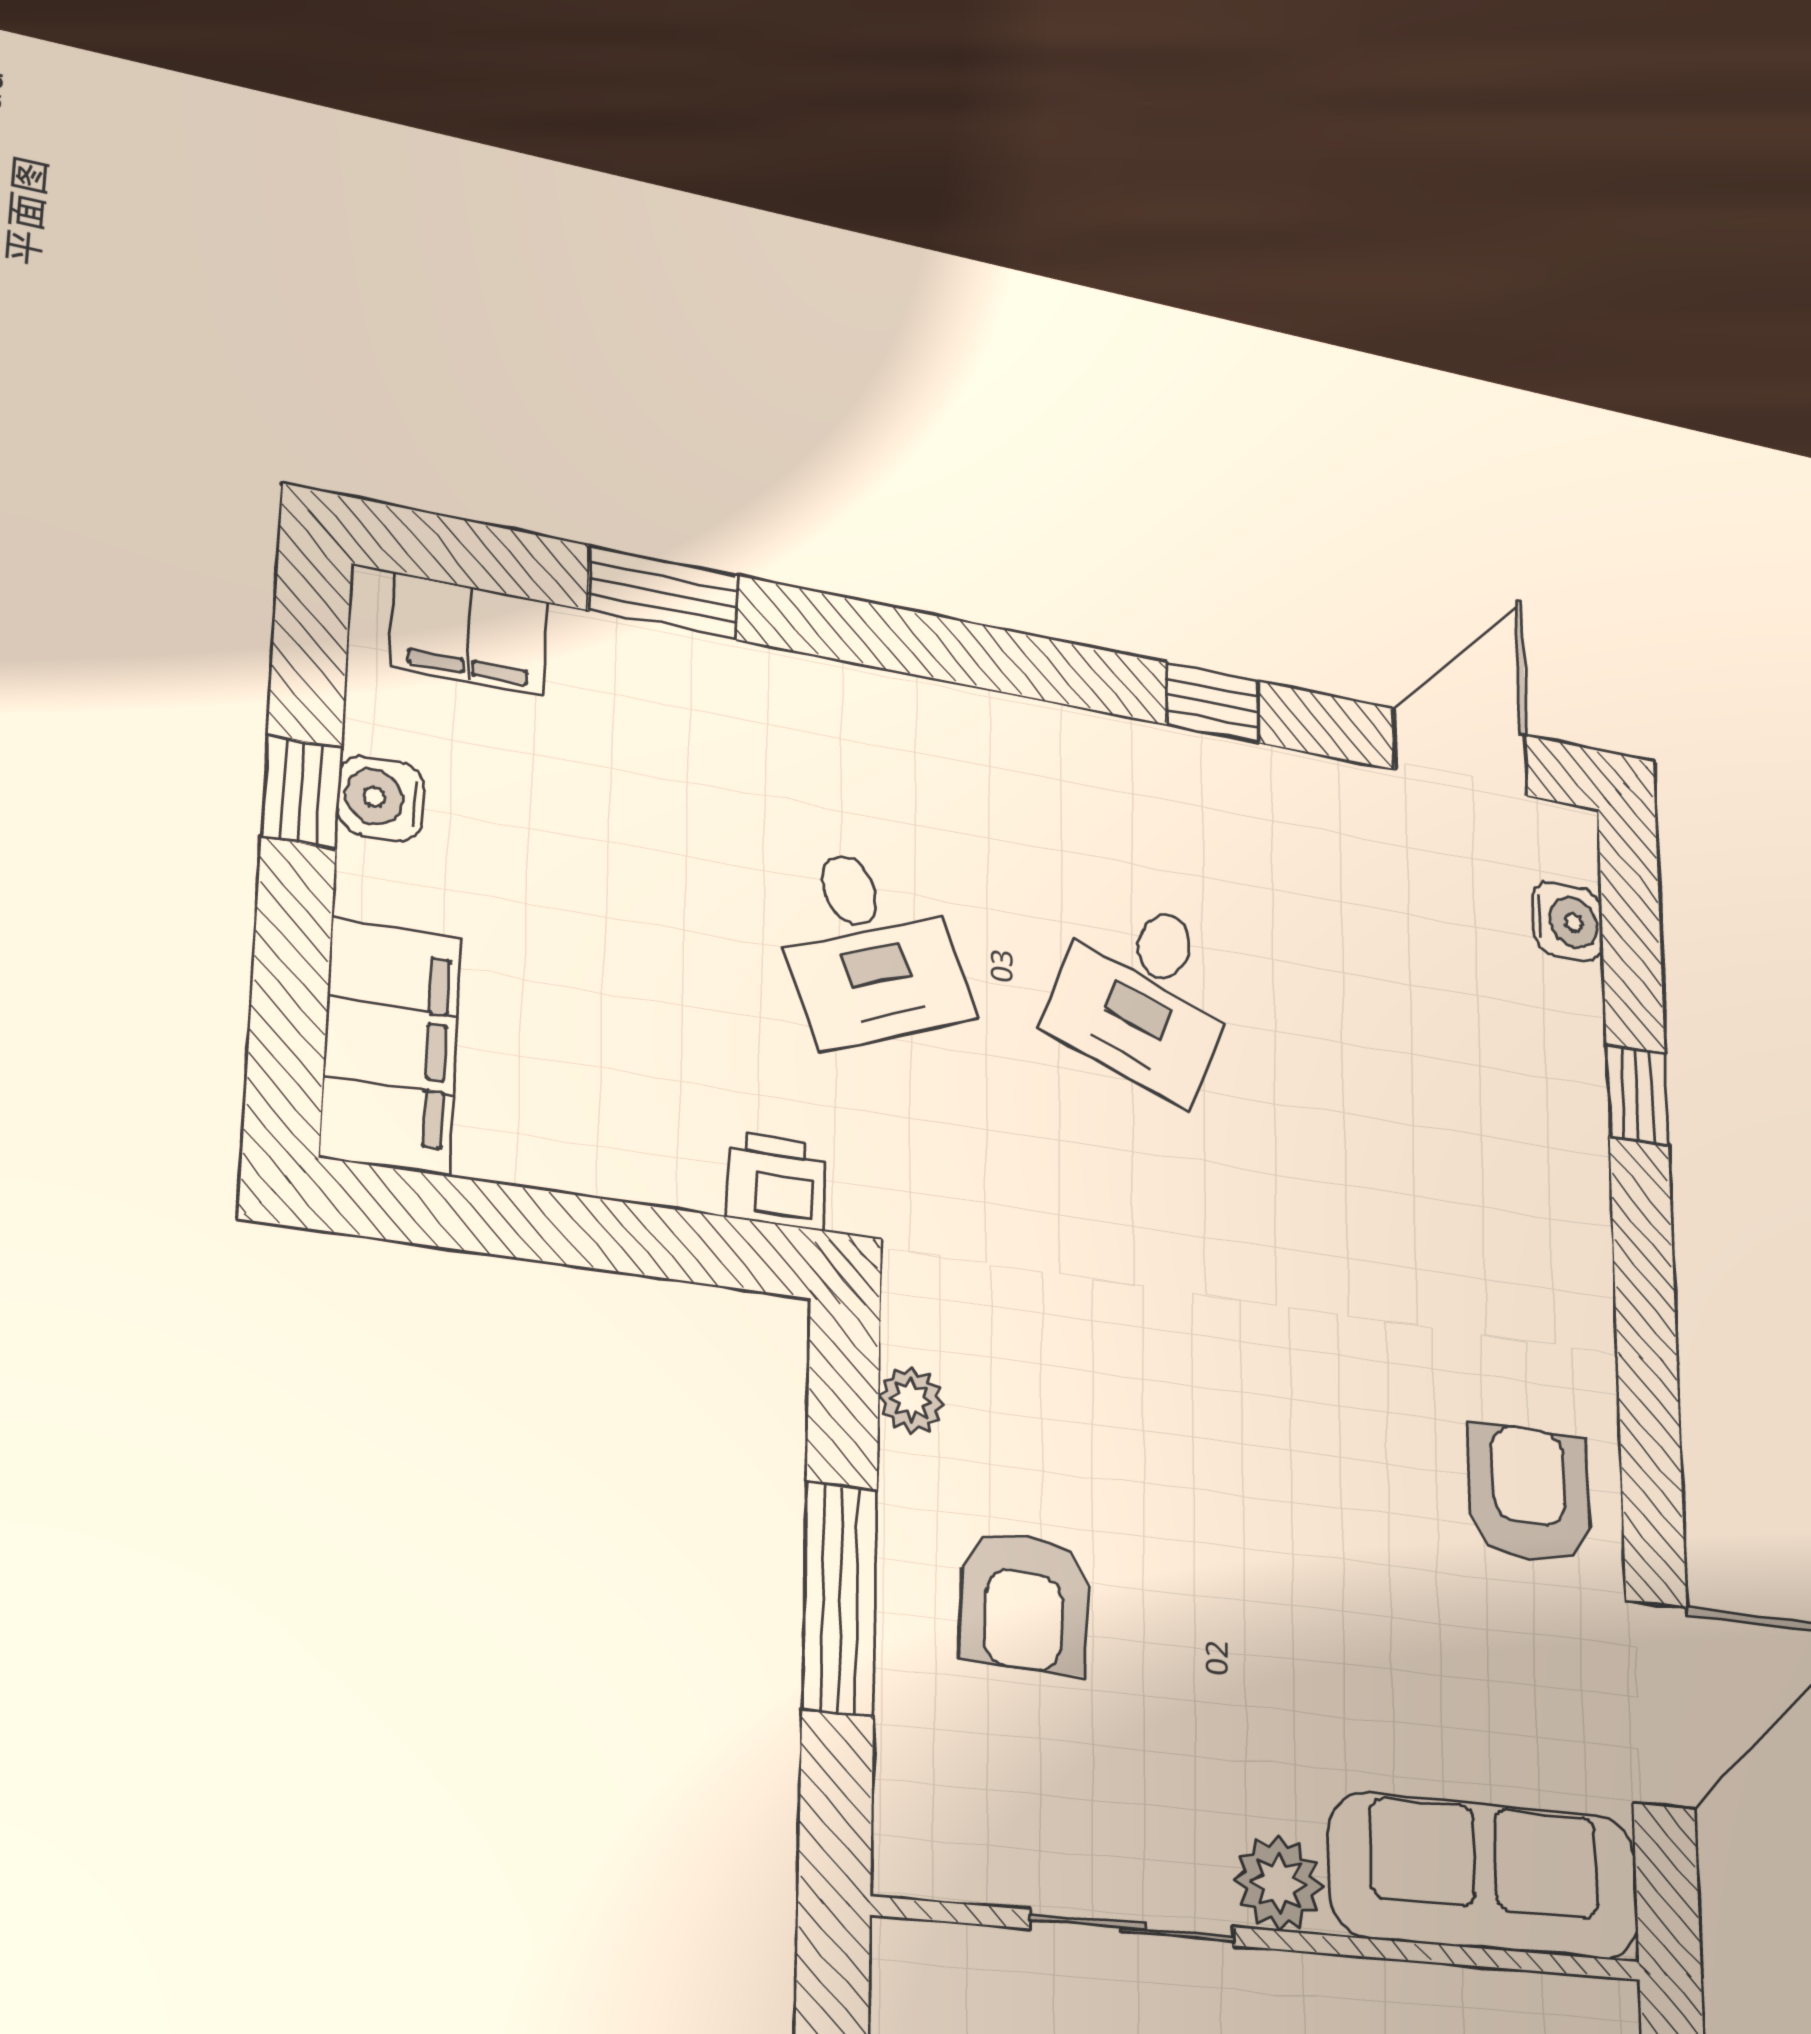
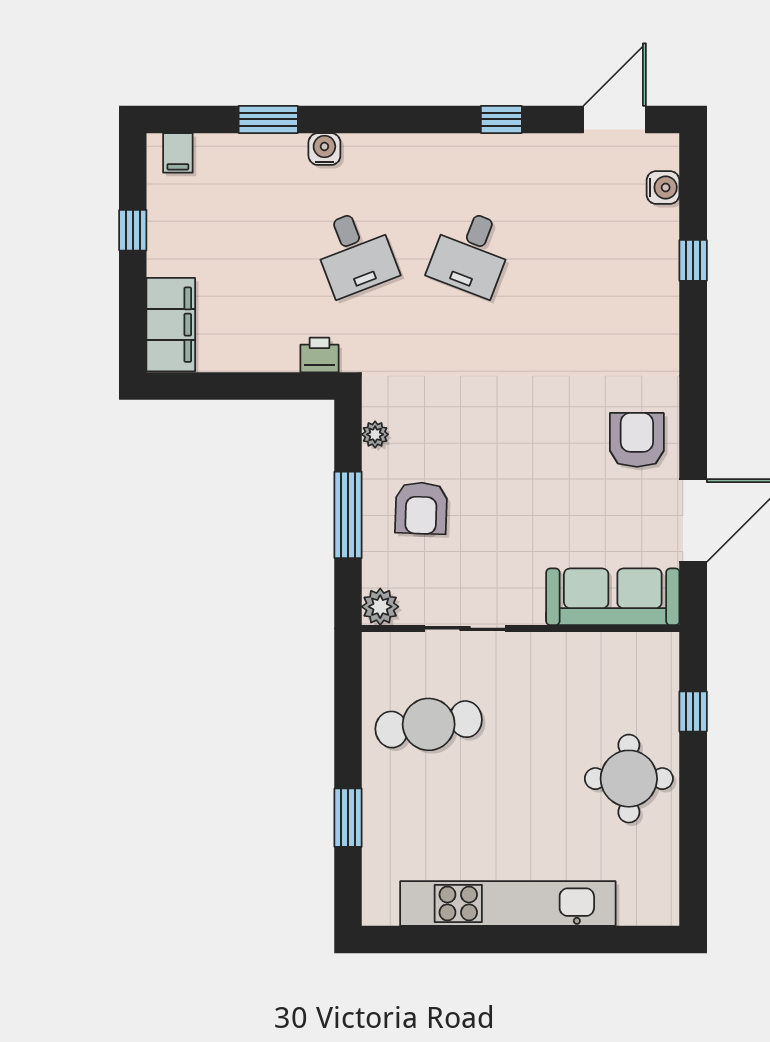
filing cabinet: (469, 634) -> (178, 153), width x0.50
water cooler: (381, 798) -> (324, 149), moved, turned 90
plant: (1279, 1883) -> (380, 607), moved

